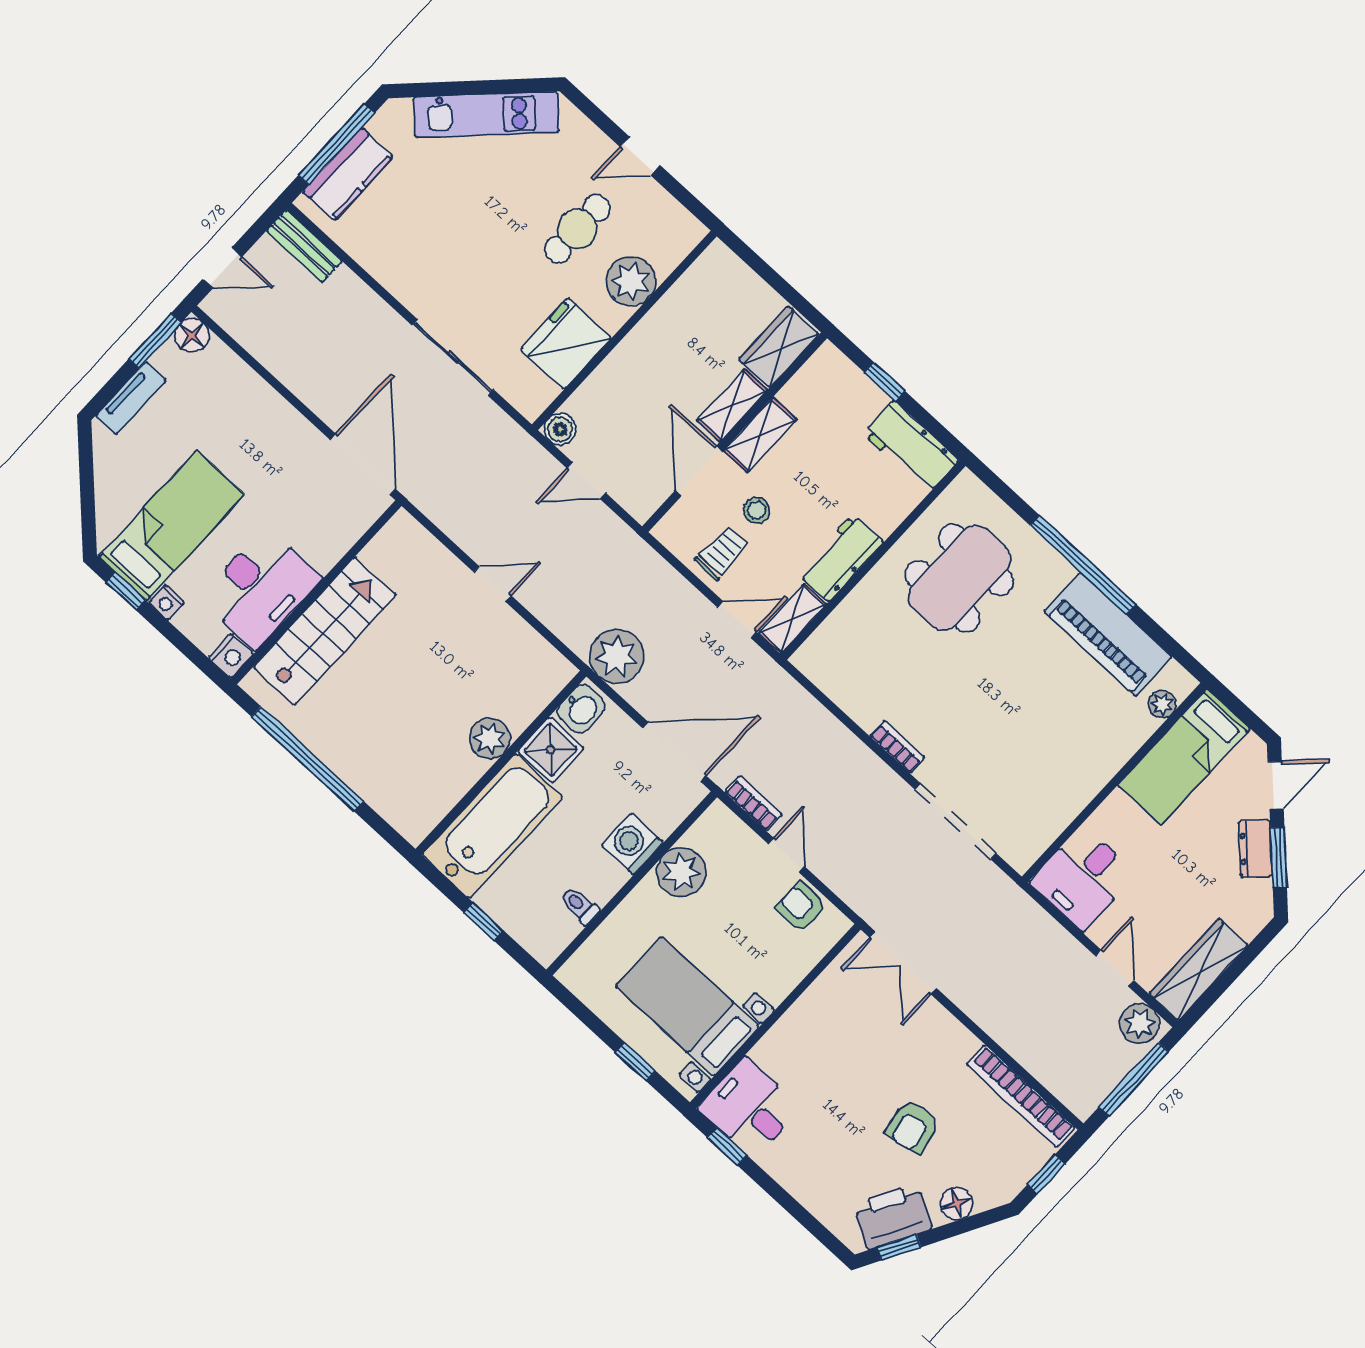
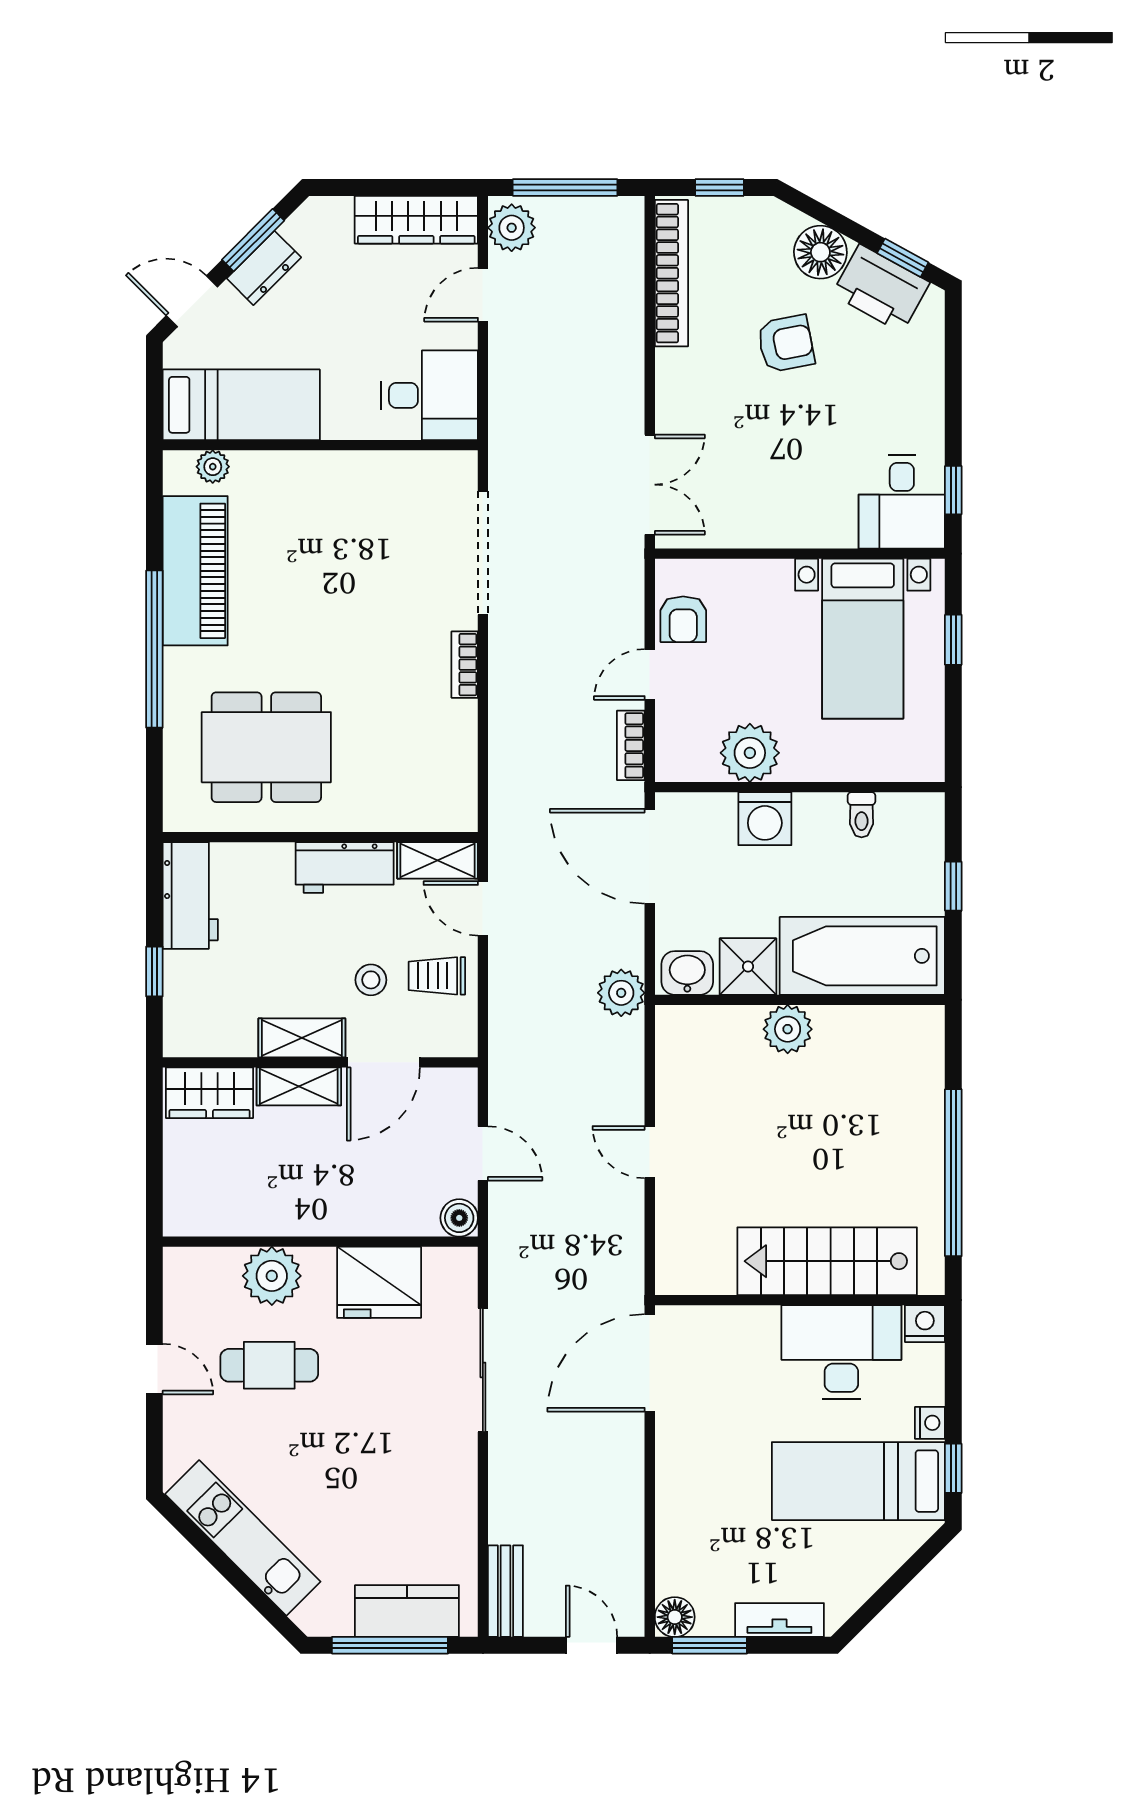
plant: (617, 656) -> (621, 993), width x0.73, depth x0.73
floor lamp: (957, 1204) -> (820, 252), width x1.38, depth x1.38

